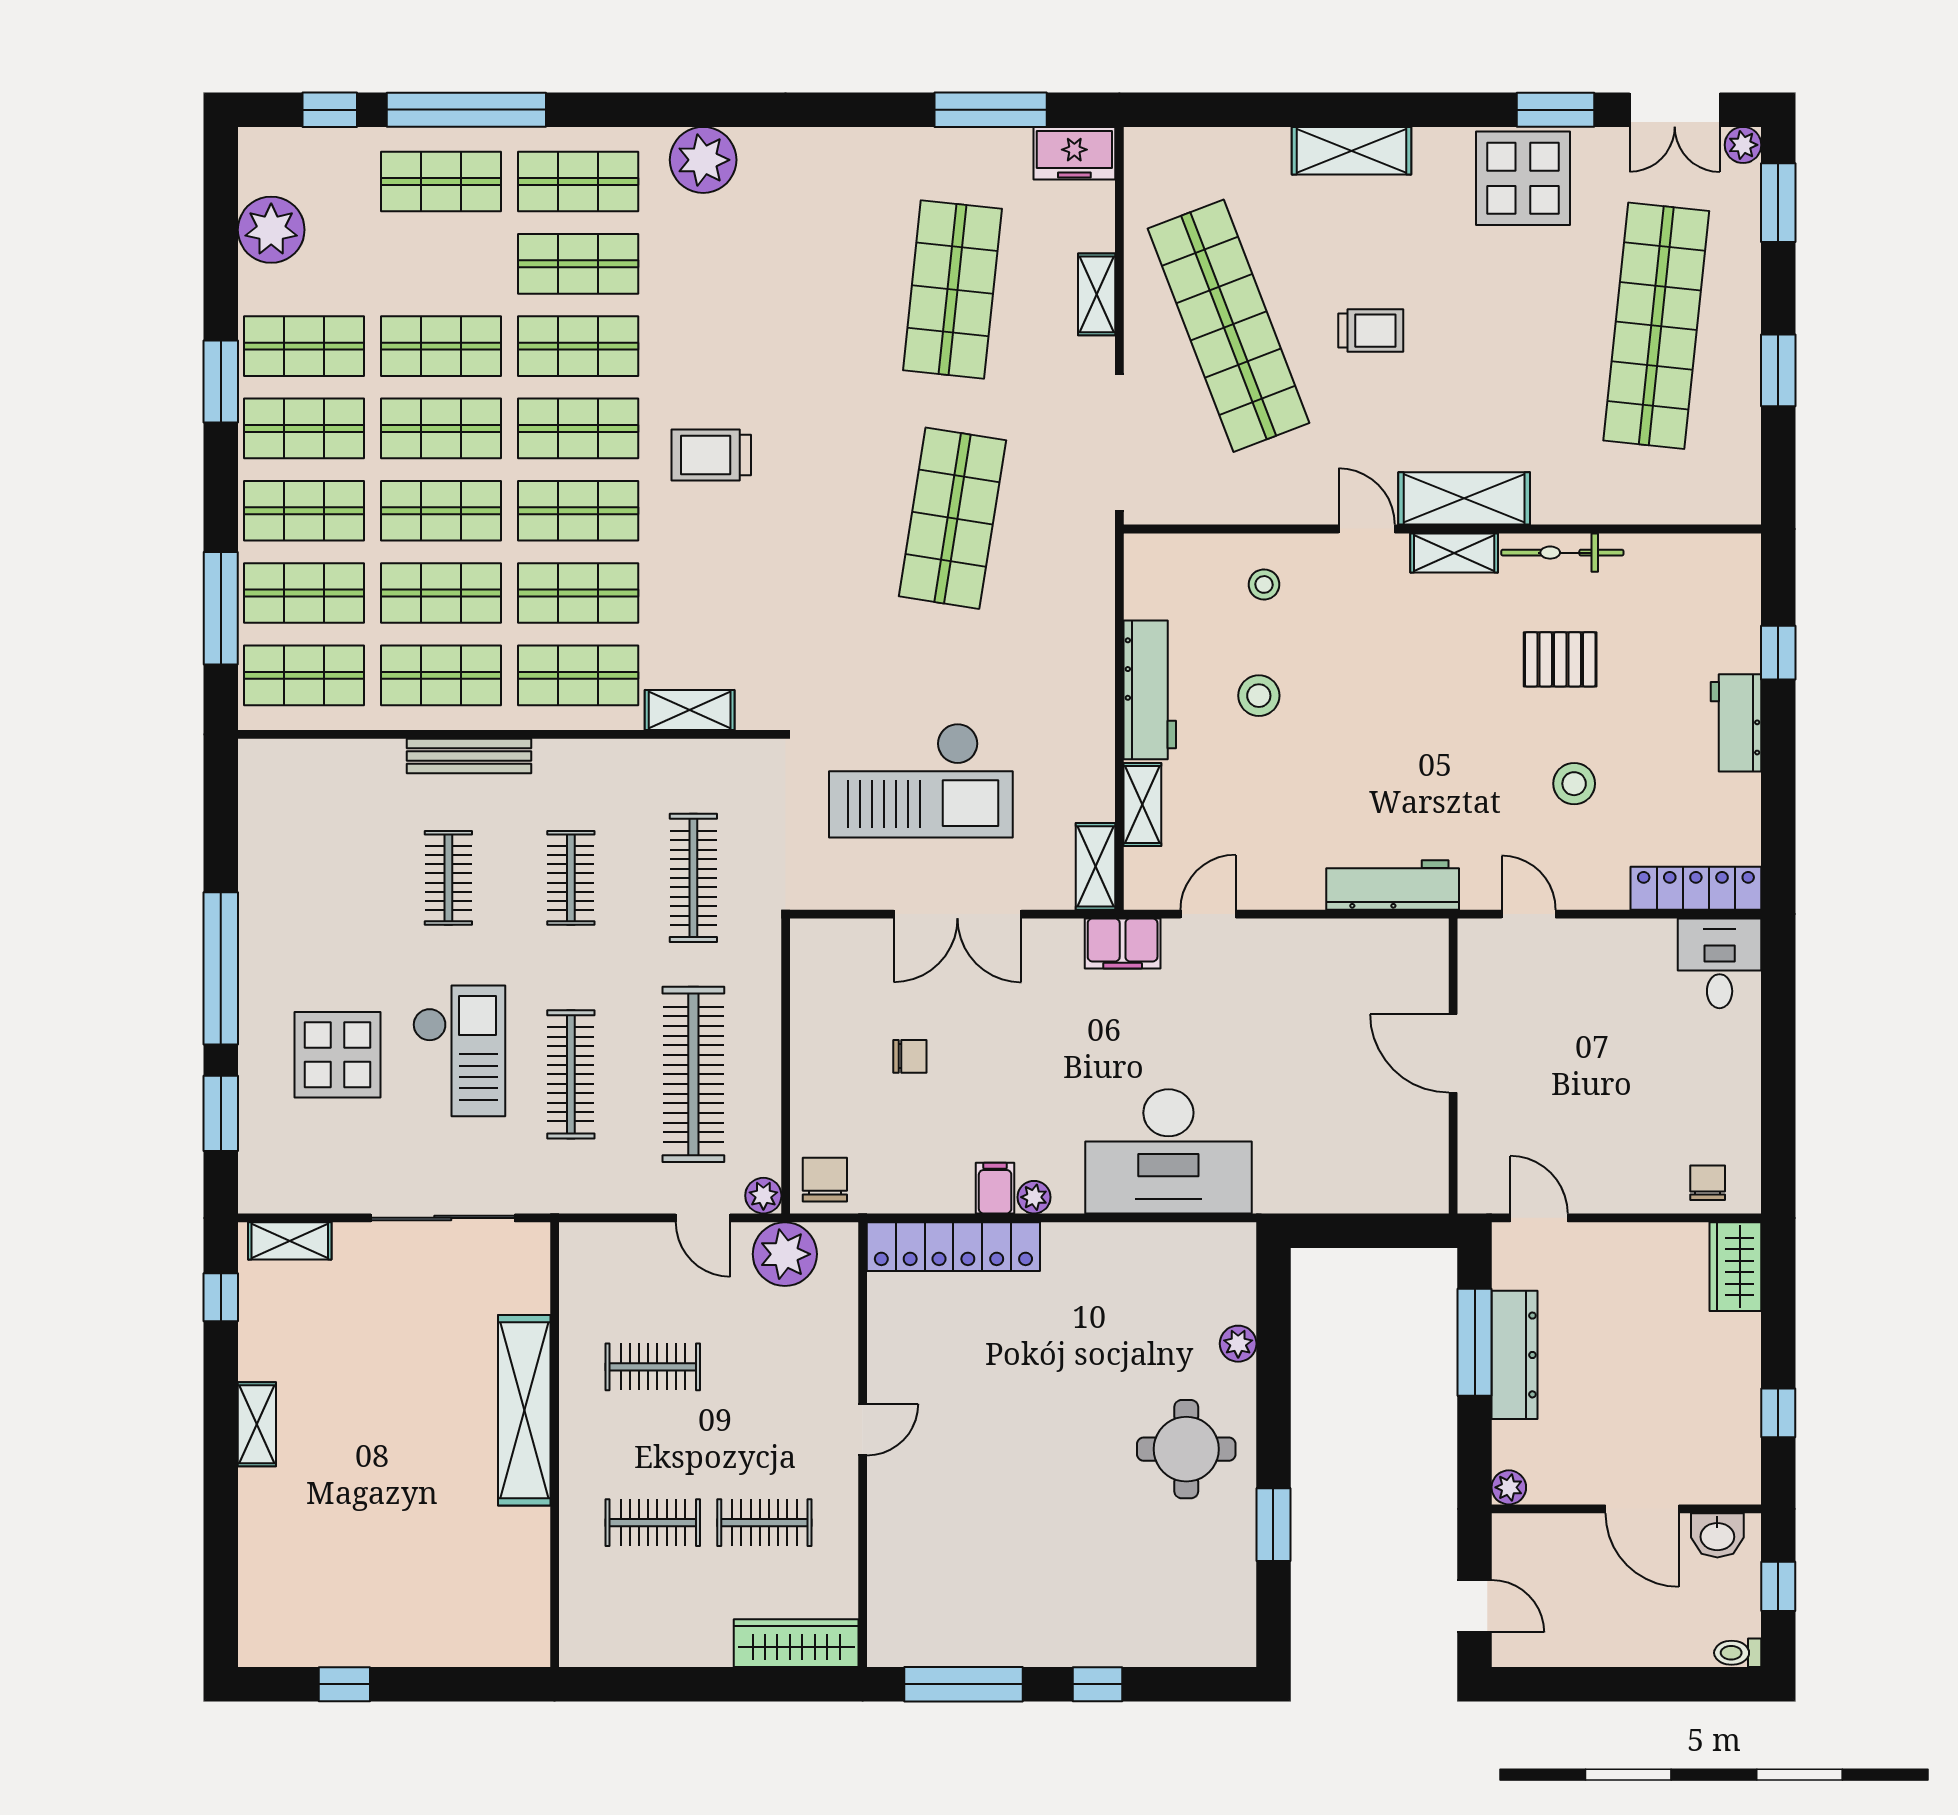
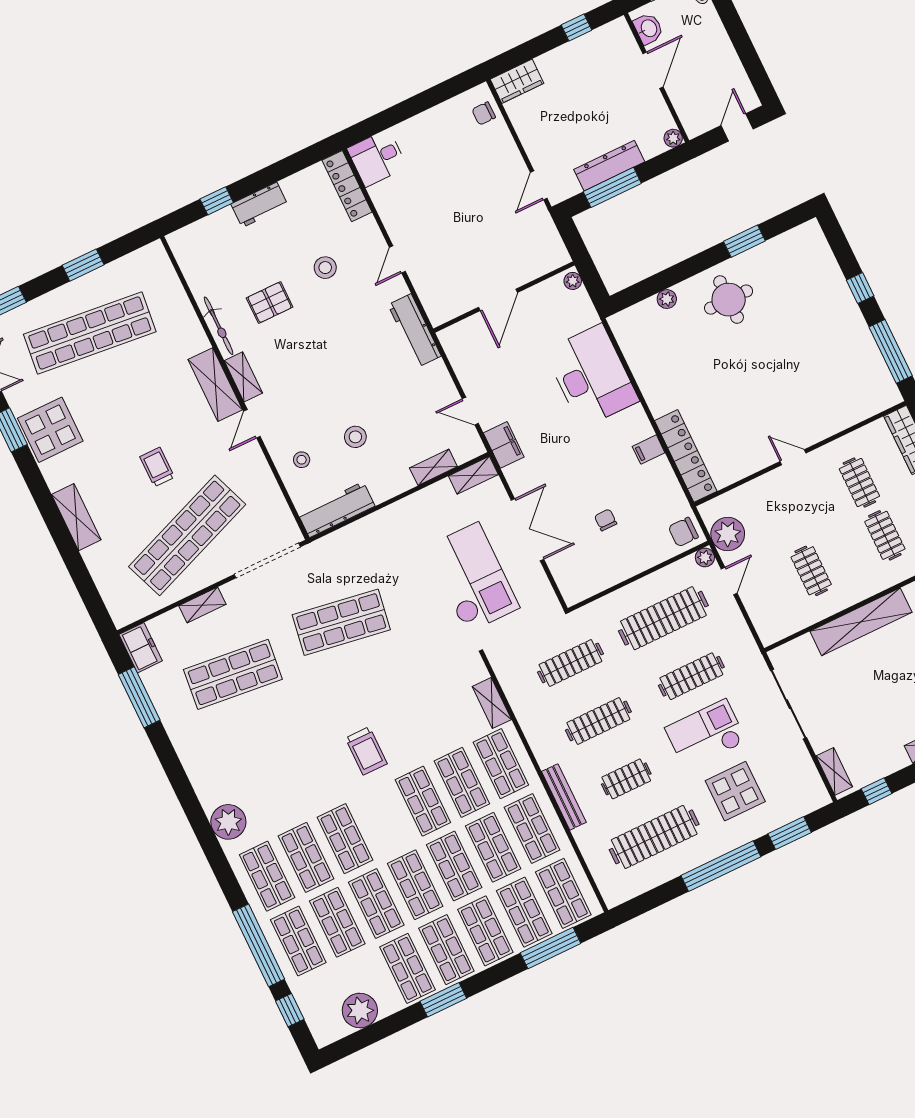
shop shelf: (578, 428) -> (337, 922), moved
pallet: (1560, 659) -> (270, 302), turned 90
workbench: (1150, 690) -> (336, 510), moved
clothes rail: (326, 878) -> (654, 837), added
clothes rail: (571, 878) -> (598, 721), width x1.36
door: (1453, 1053) -> (498, 300), moved
wall: (1453, 1066) -> (504, 297), moved
plant: (1034, 1197) -> (573, 281), moved

